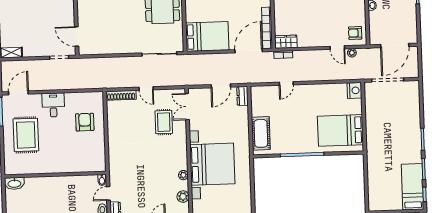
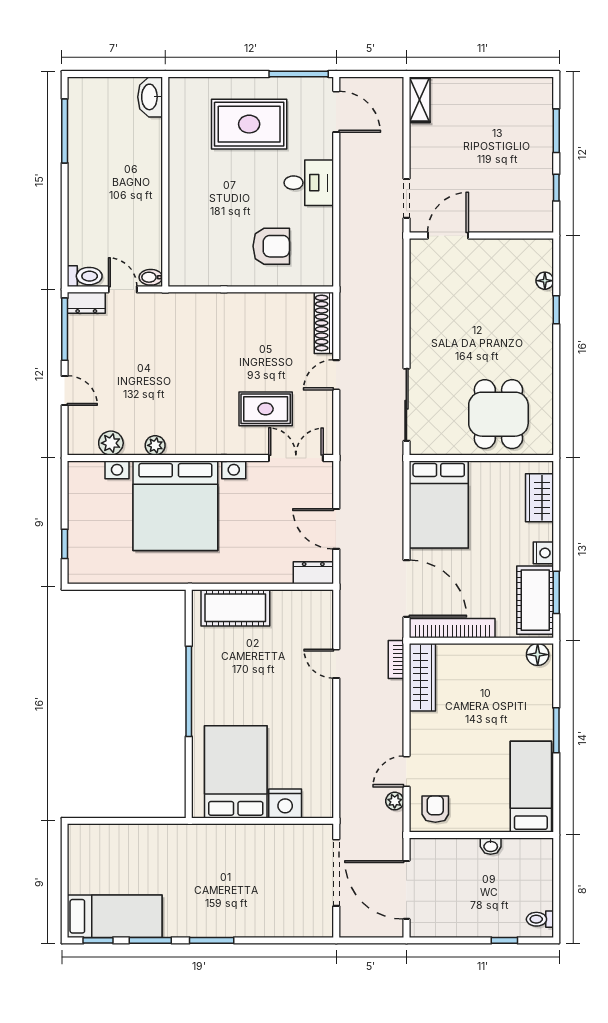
wardrobe: (286, 42) -> (422, 677), width x1.50
nightstand: (354, 90) -> (285, 804), moved

